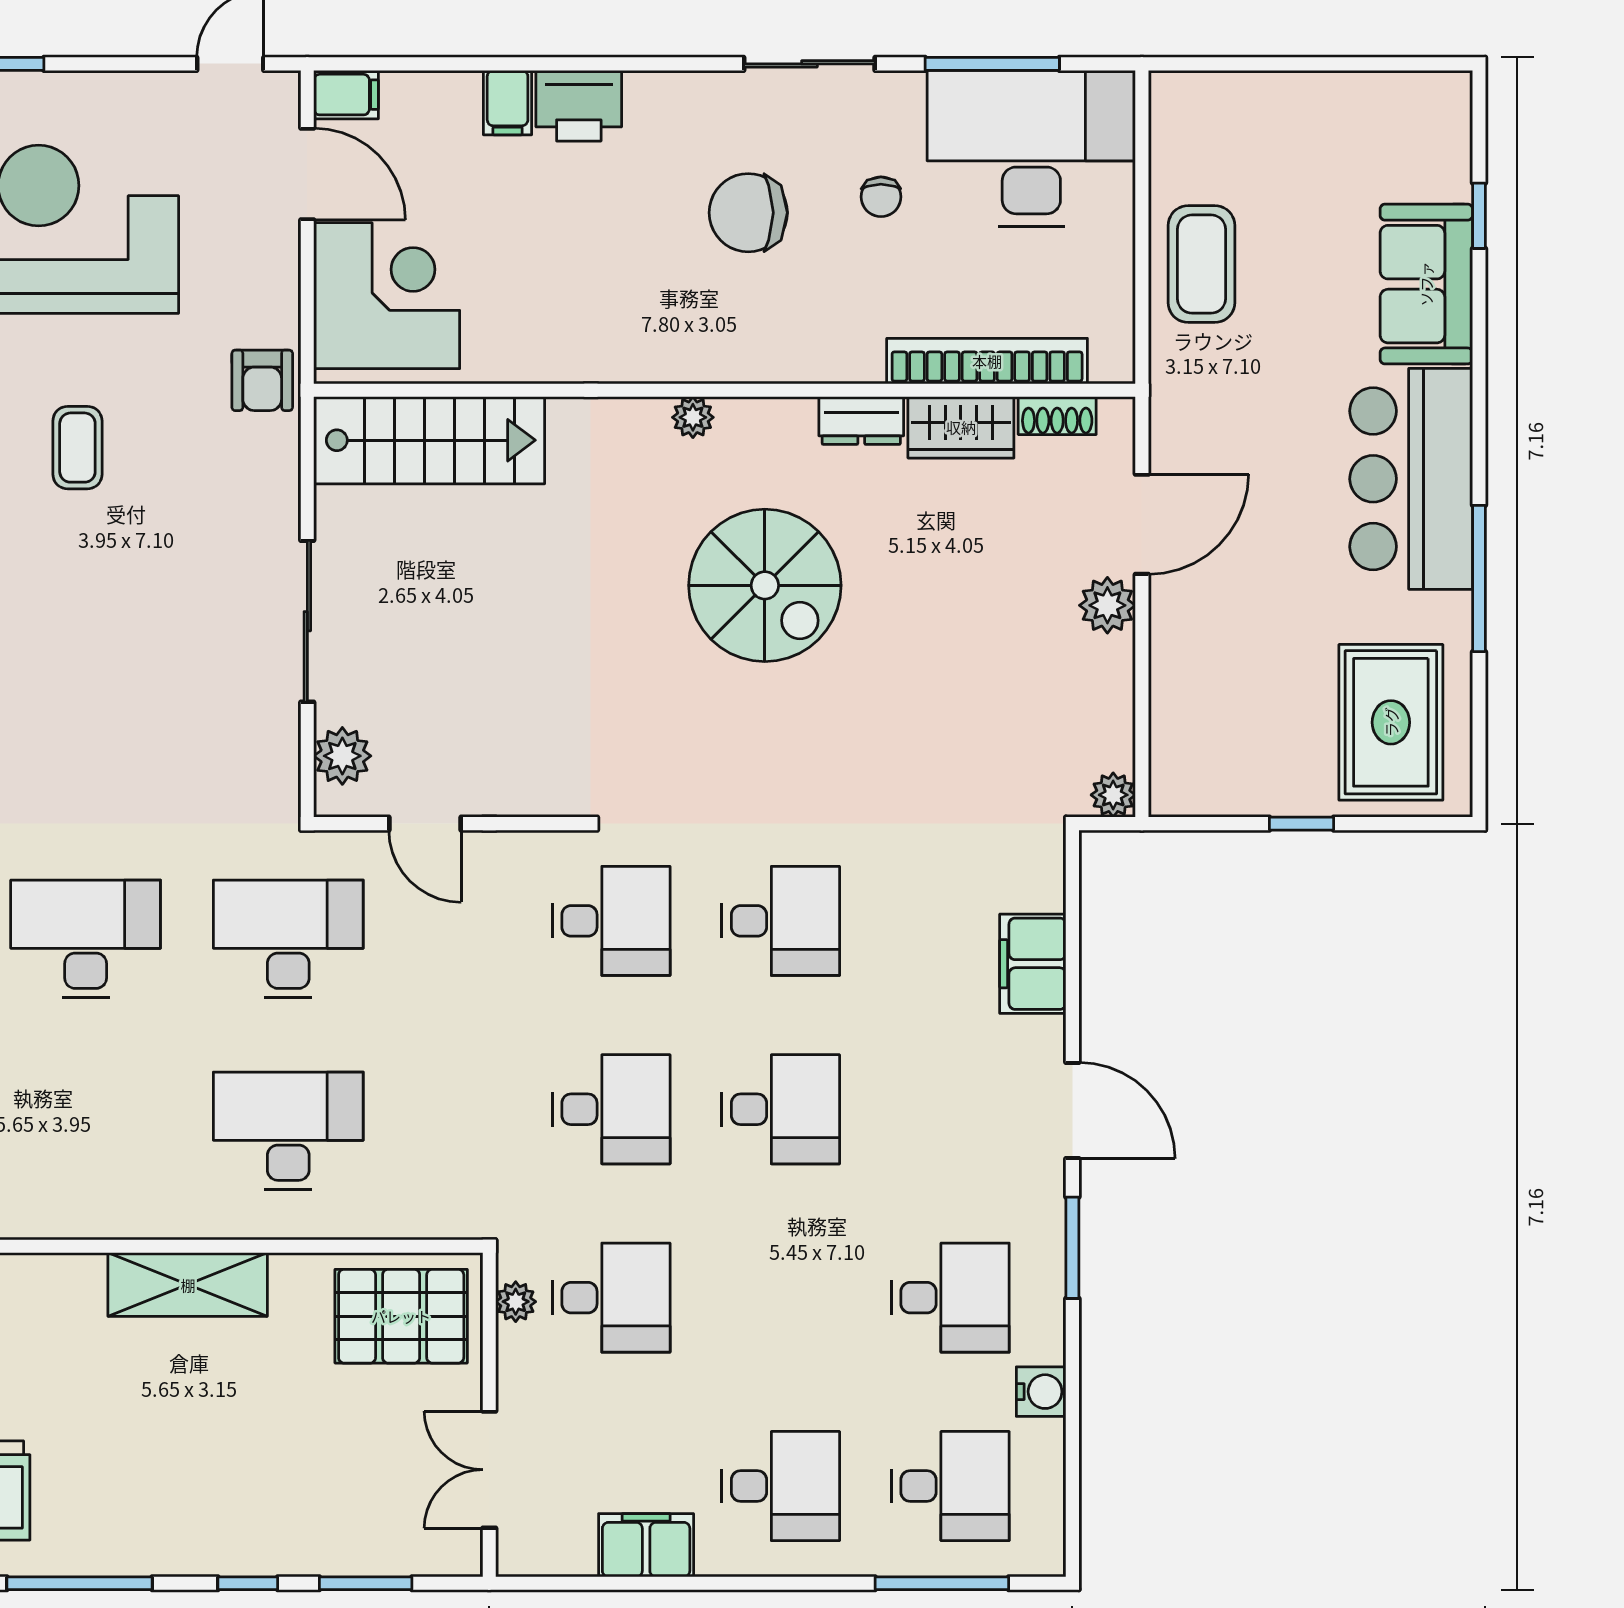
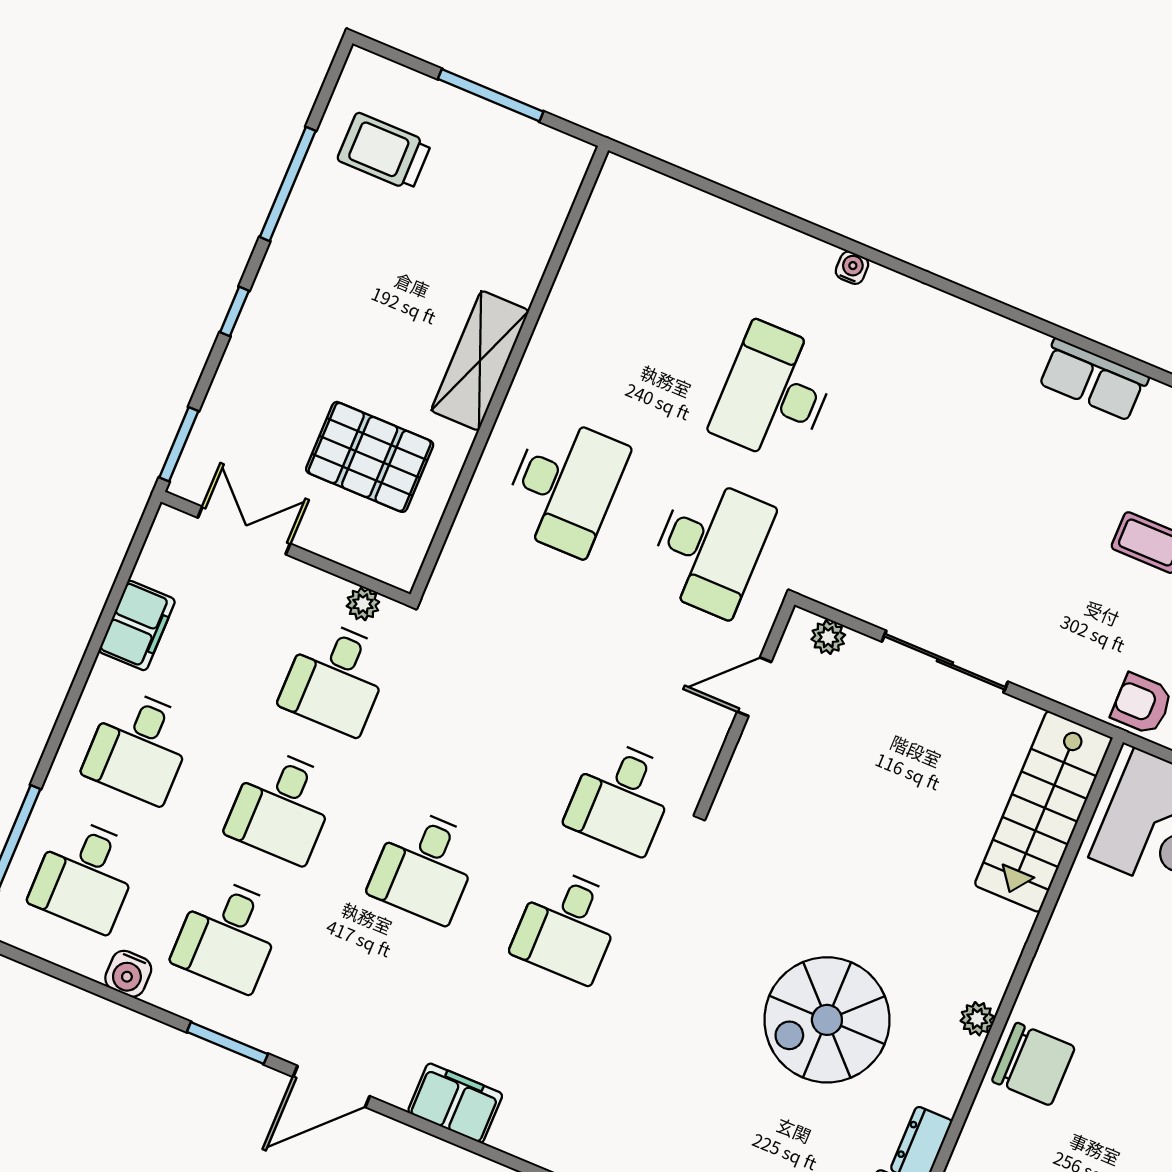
chair: (748, 213) -> (1033, 1064), moved, turned 90
plant: (342, 756) -> (828, 637), width x0.73, depth x0.73
desk: (86, 939) -> (774, 393), turned 180
desk: (611, 1109) -> (282, 806), moved
pallet: (401, 1316) -> (370, 457), moved, turned 90
window: (366, 1583) -> (179, 444), moved

